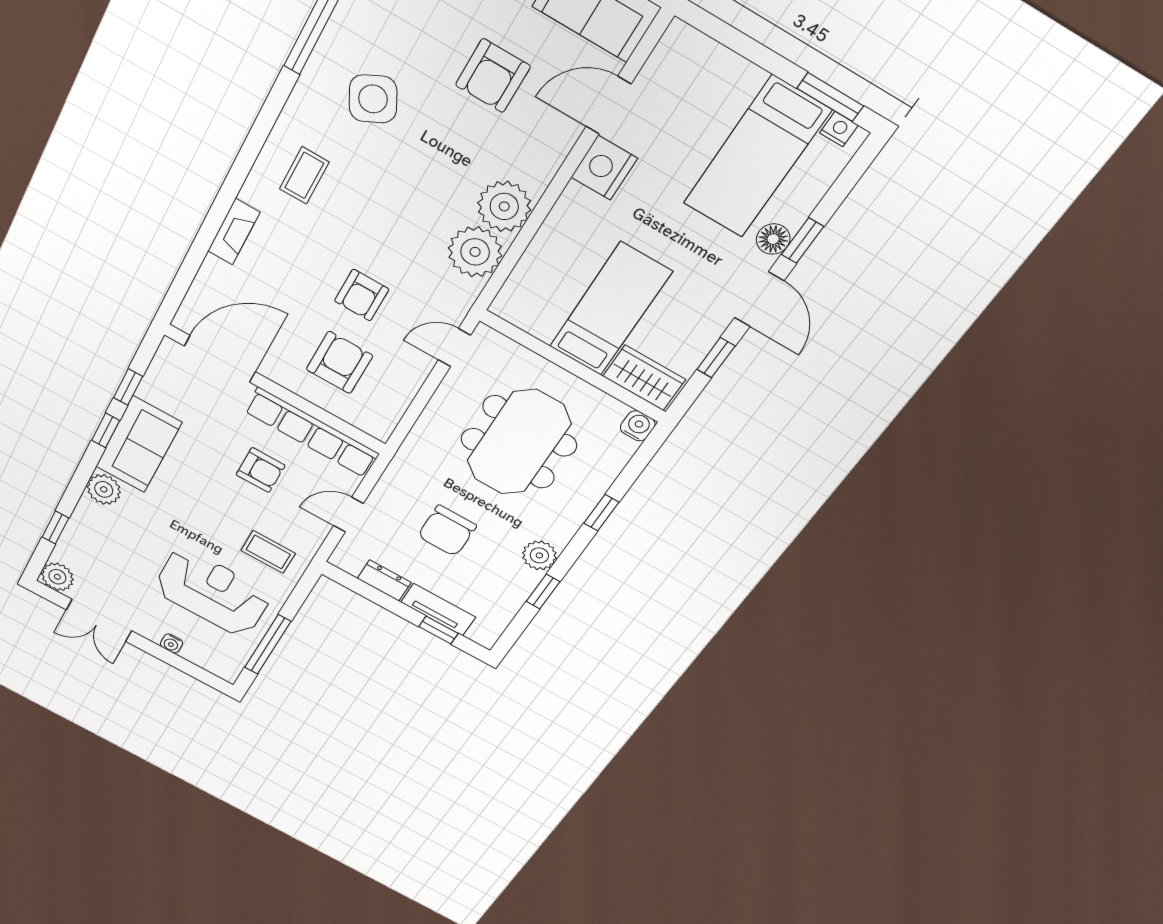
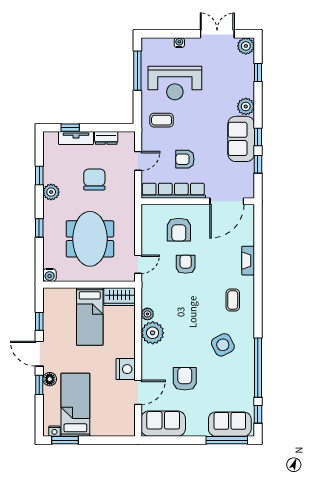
plant: (475, 252) -> (147, 314), width x0.53, depth x0.53
wardrobe: (644, 378) -> (120, 297), moved

